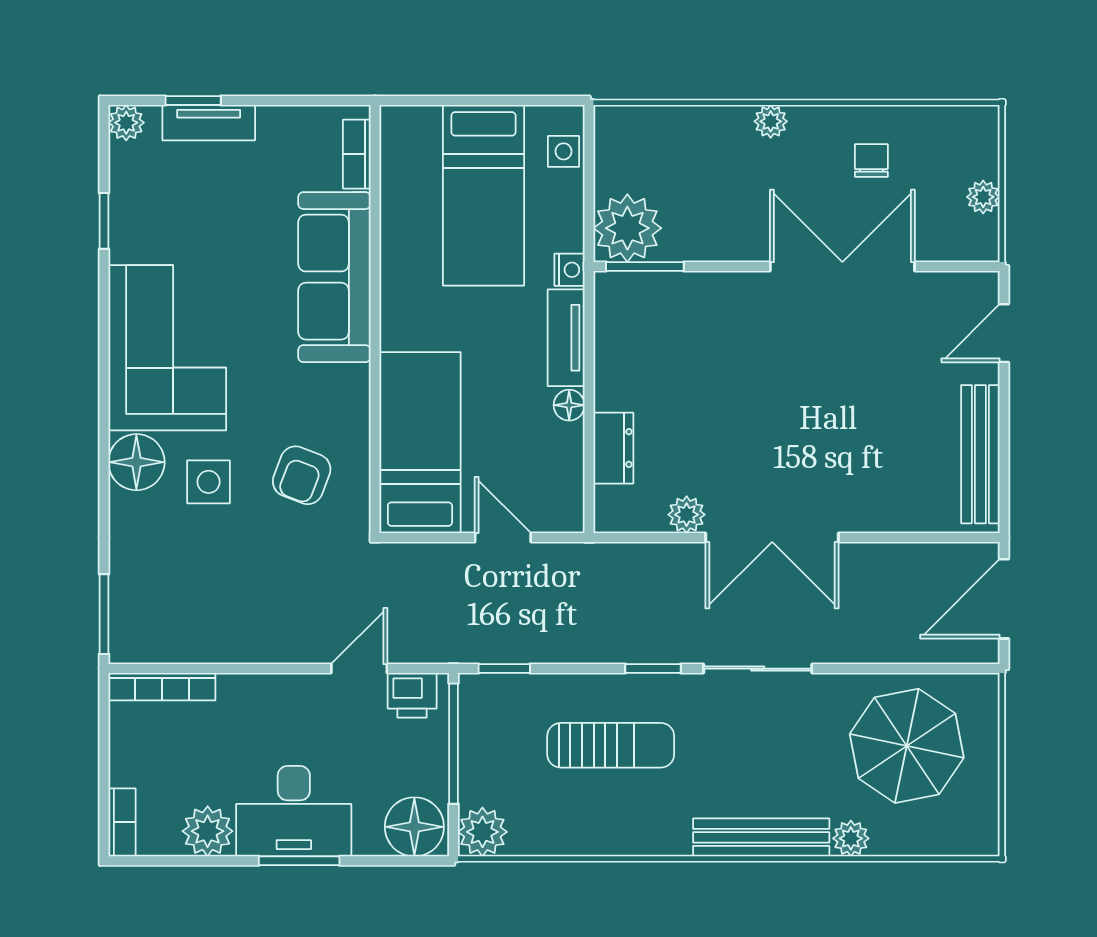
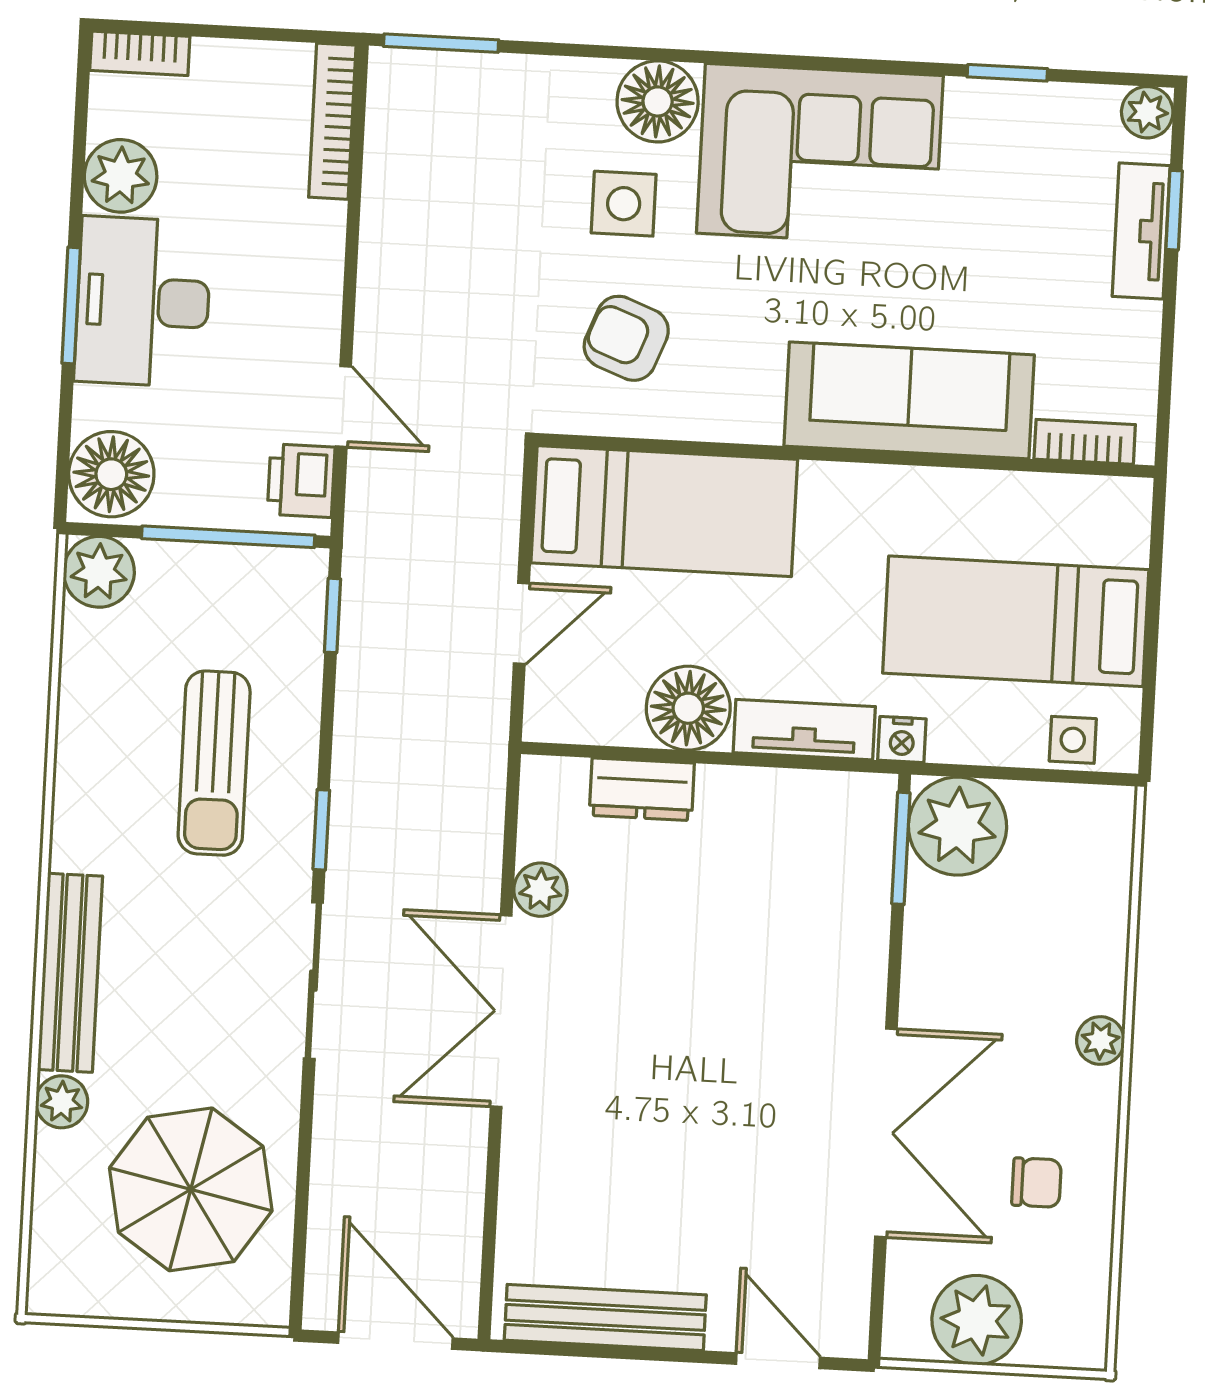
plant: (983, 197) -> (977, 1320), width x1.88, depth x1.88
floor lamp: (569, 405) -> (688, 708), width x1.89, depth x1.89

